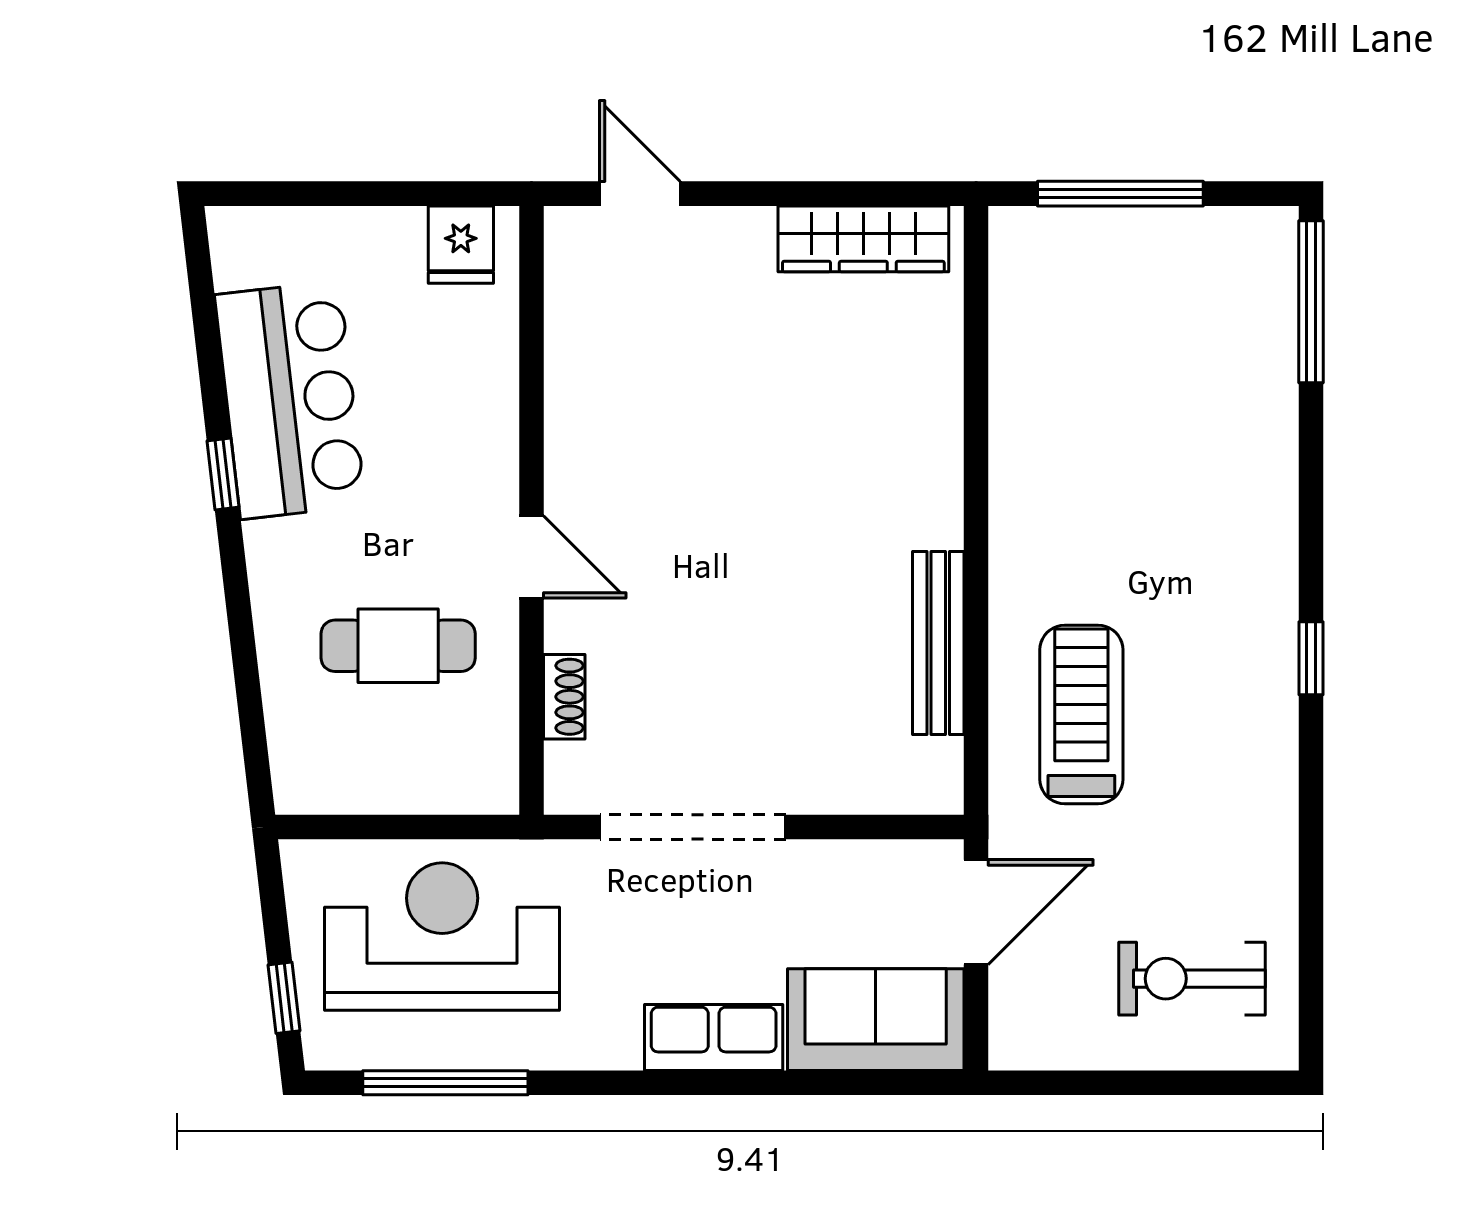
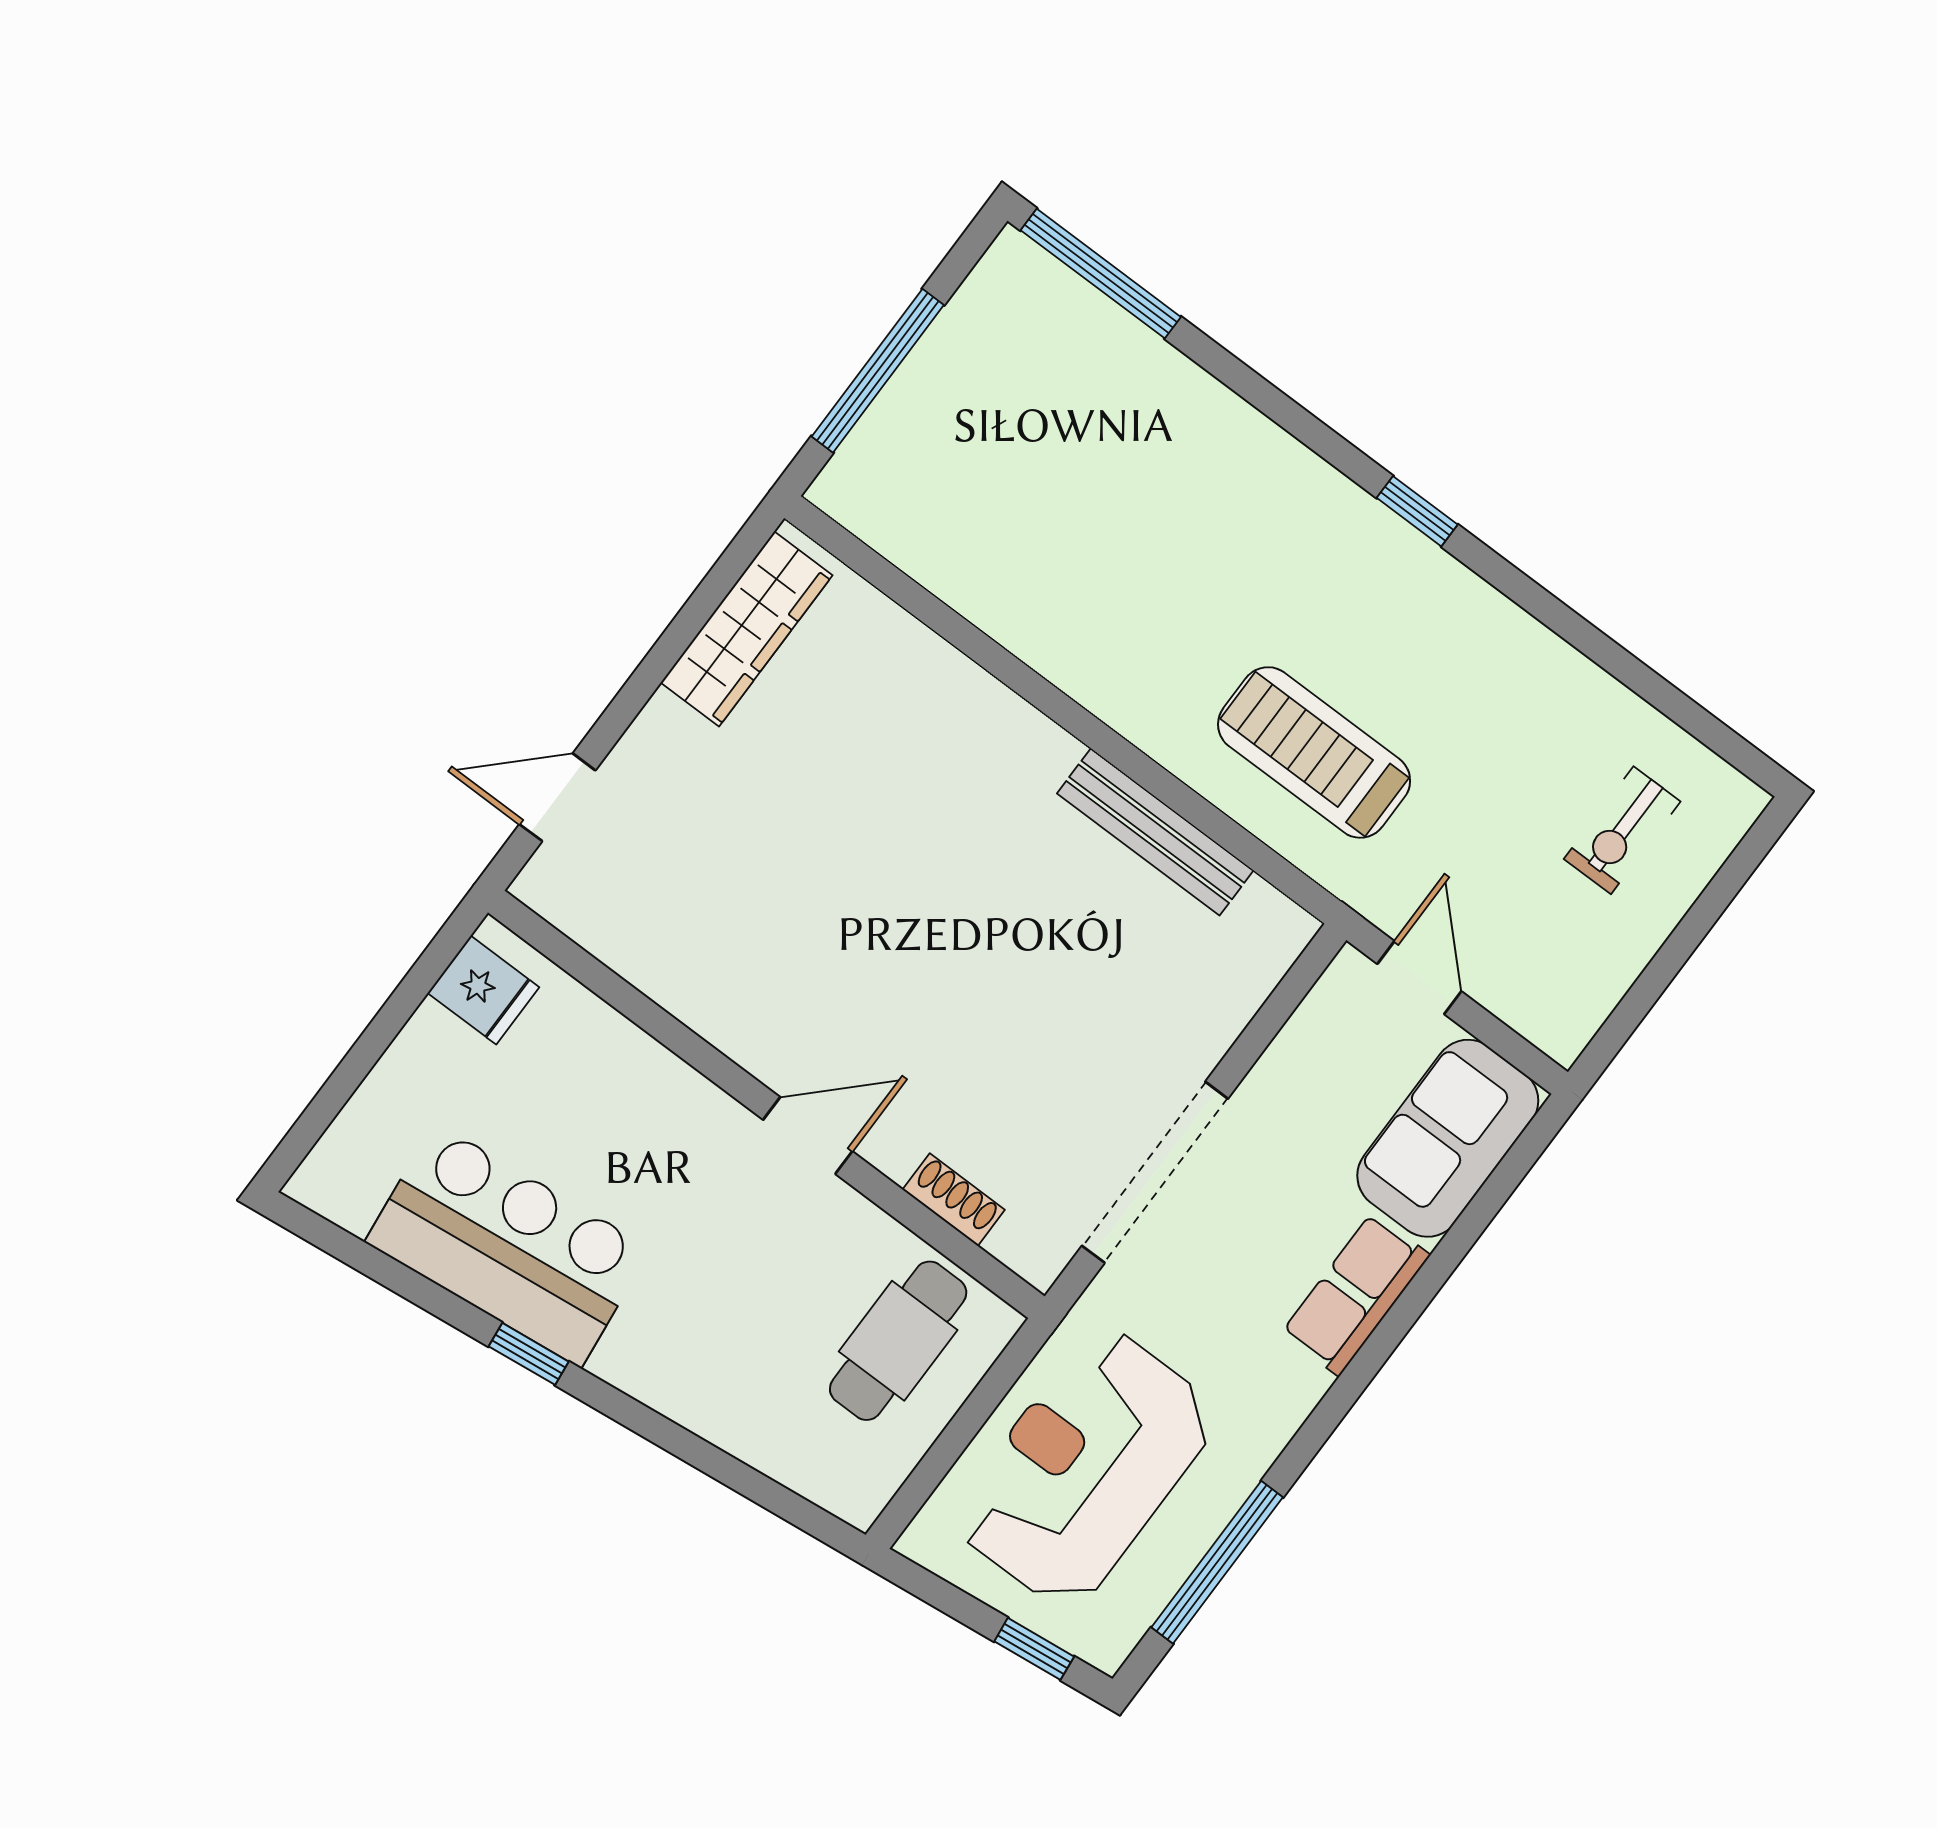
cafe table: (398, 646) -> (898, 1341), moved
door: (976, 912) -> (1419, 978), width x0.73
exercise bike: (1192, 979) -> (1622, 830), width x0.73, depth x0.72

